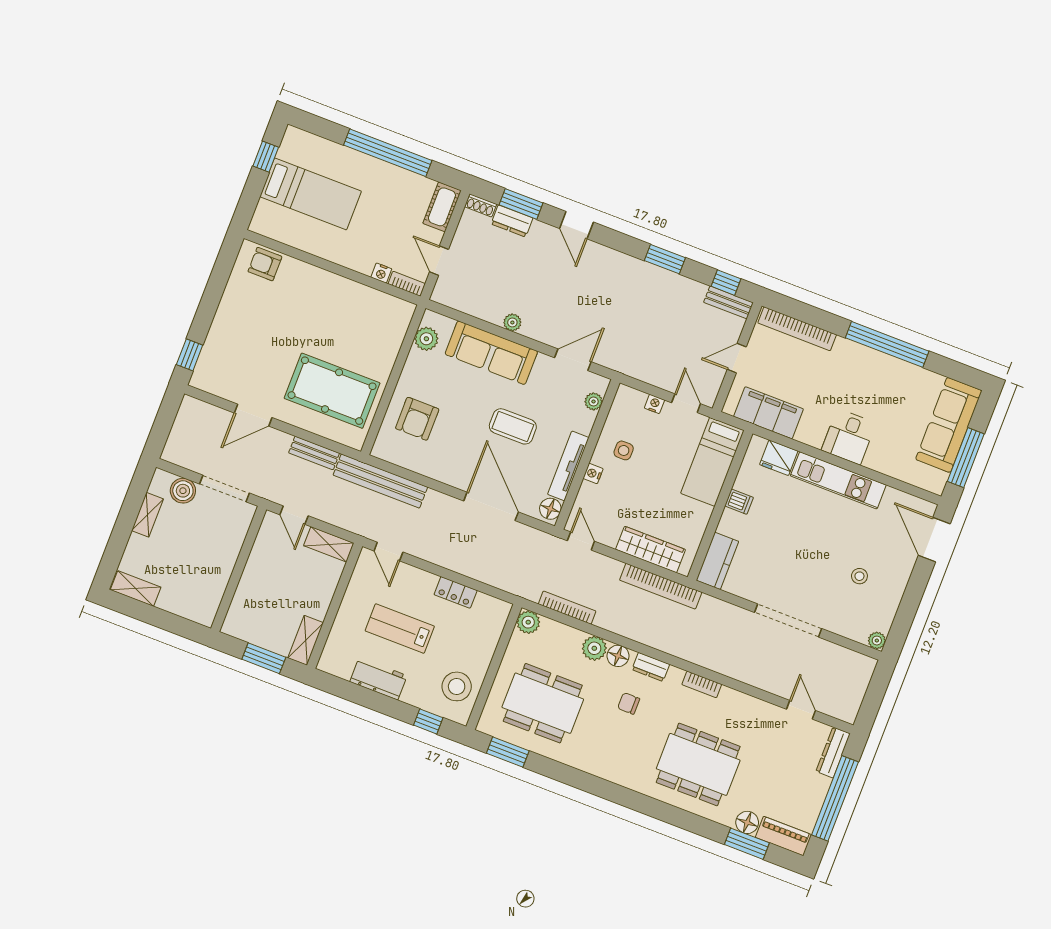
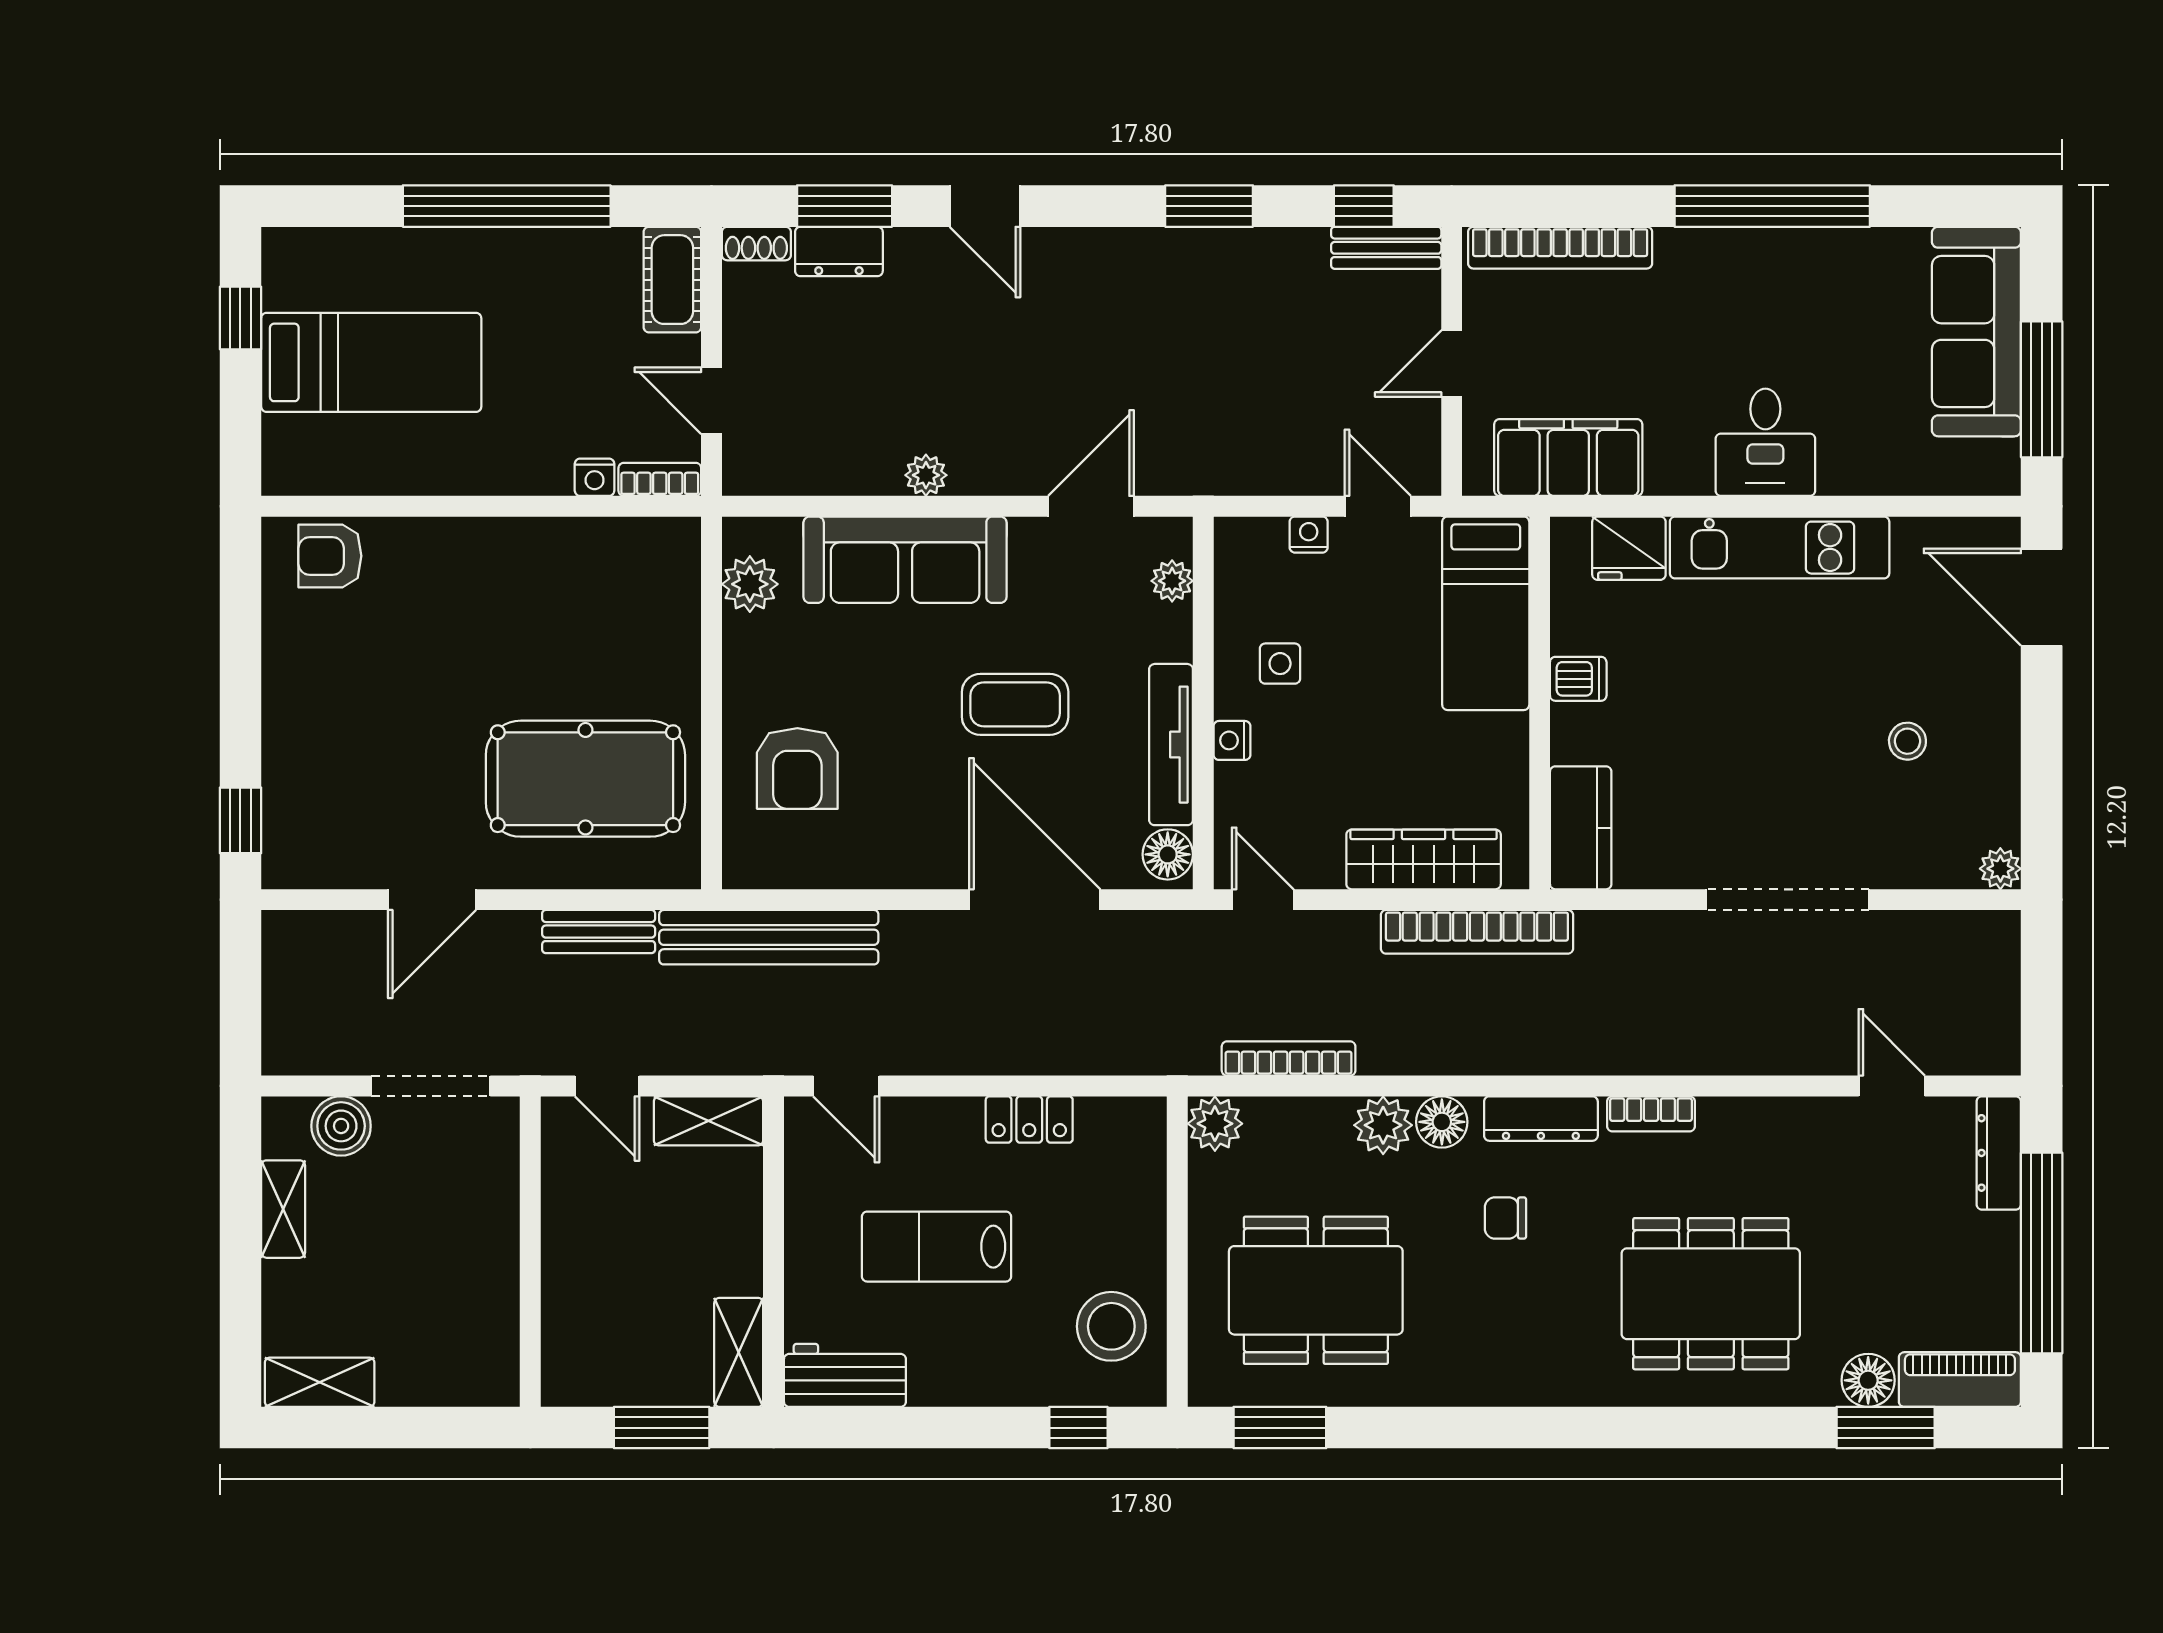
dresser: (651, 667) -> (1541, 1119), width x1.44
workbench: (378, 679) -> (845, 1375), moved

